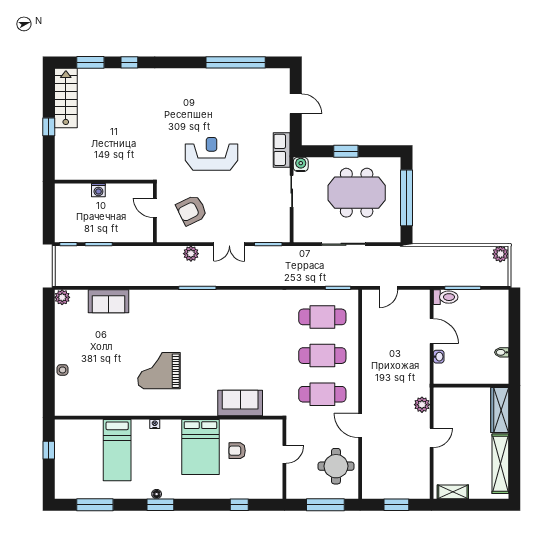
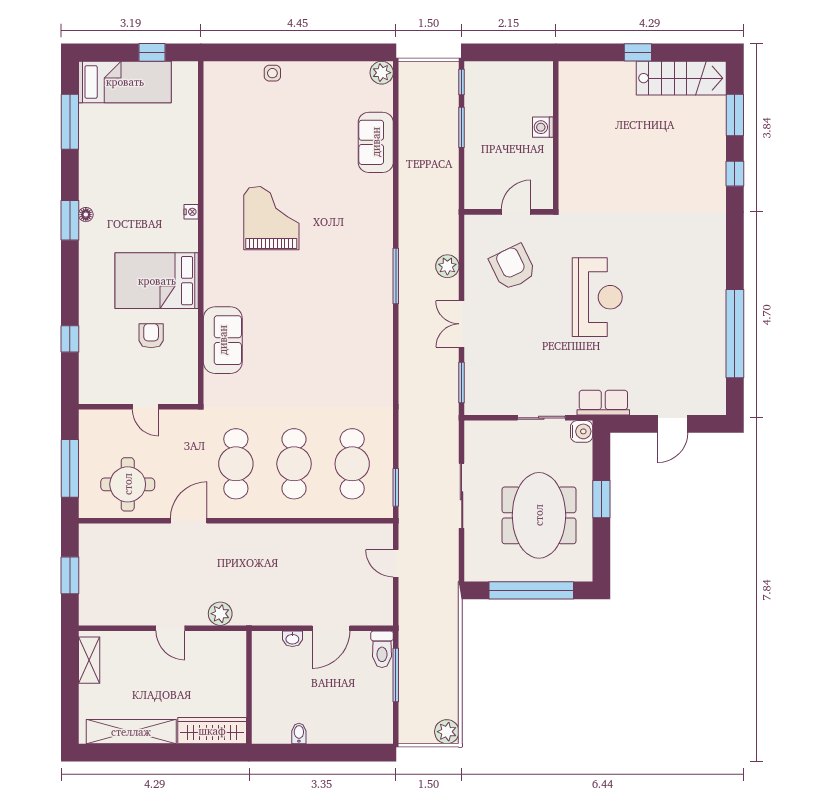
bed: (117, 450) -> (125, 82), moved, turned 180

